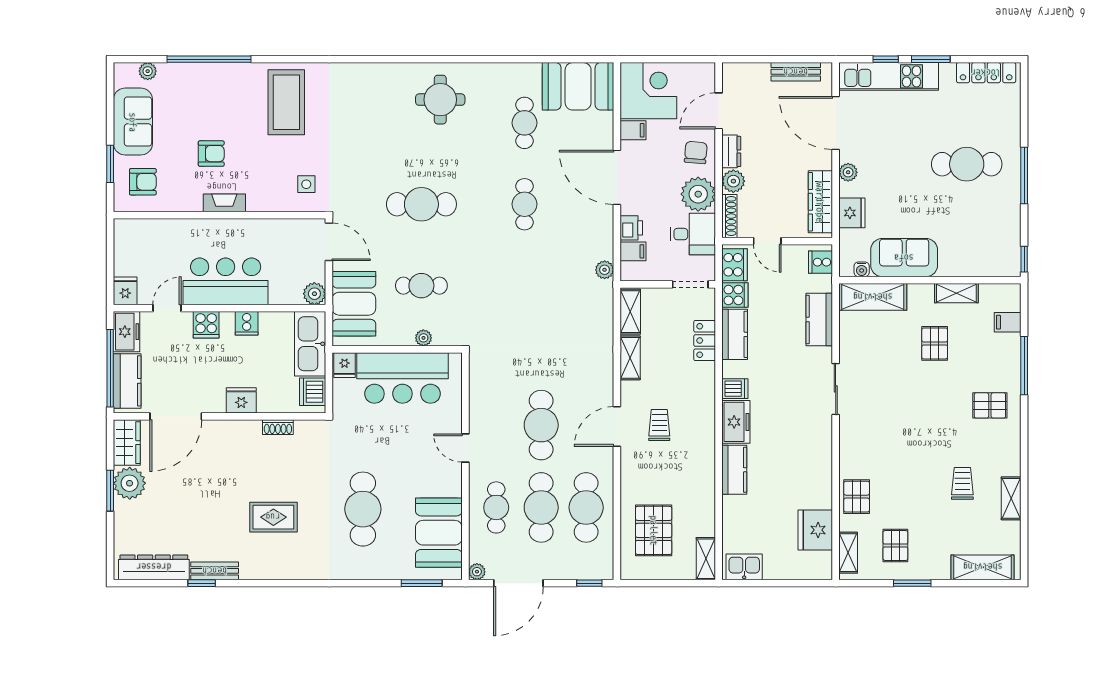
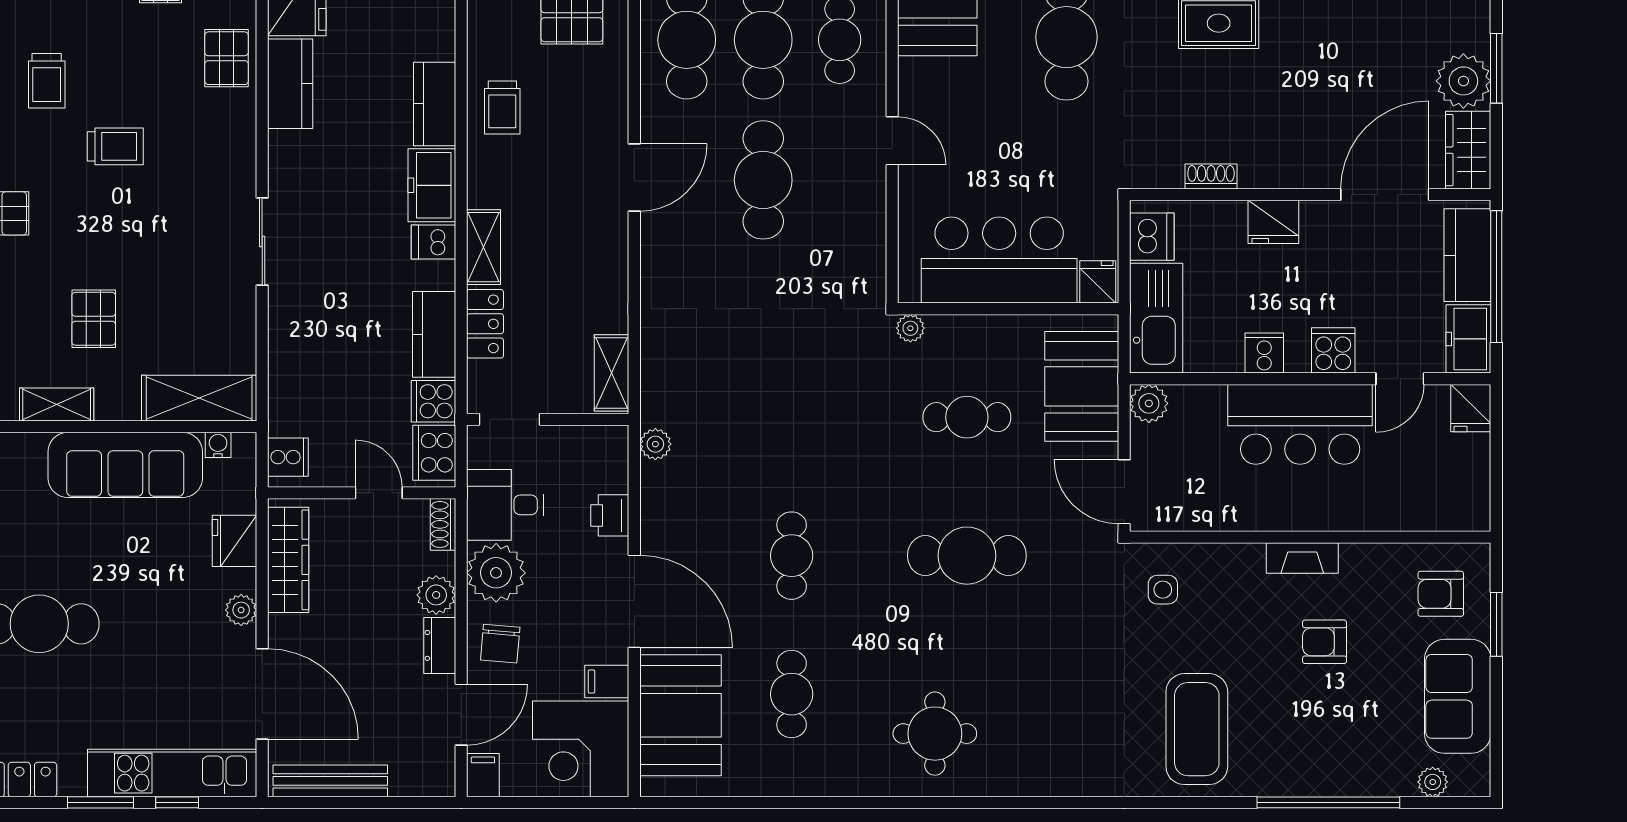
bench: (796, 72) -> (330, 781), width x1.36
booth: (578, 86) -> (680, 715), moved, turned 90
shoe rack: (729, 216) -> (443, 524), width x0.70
filing cabinet: (633, 251) -> (483, 775), moved, turned 90
sofa: (904, 258) -> (125, 465), width x1.36
kitchen counter: (819, 319) -> (290, 84), moved
plant: (423, 338) -> (910, 328), moved
shelving: (630, 358) -> (483, 247), moved
trolley: (659, 425) -> (502, 108), moved
trolley: (922, 445) -> (115, 146), added

